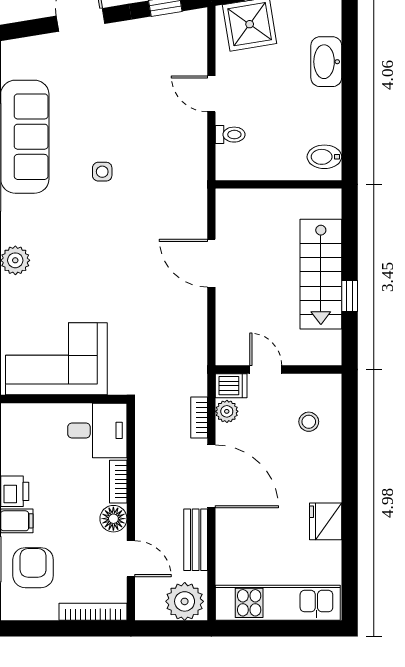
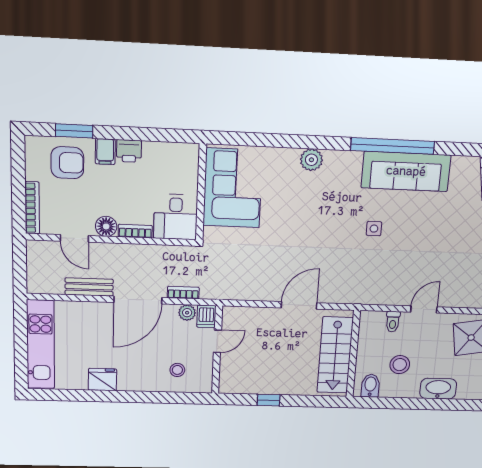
stool: (292, 119) -> (400, 365), added
stairs: (321, 274) -> (335, 355), moved, turned -90
door: (131, 559) -> (74, 238), hinge flipped
plant: (185, 601) -> (41, 277), removed

